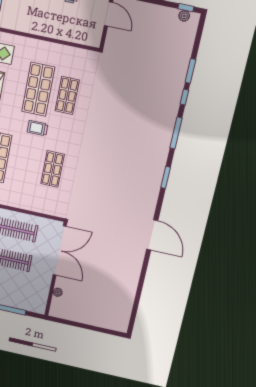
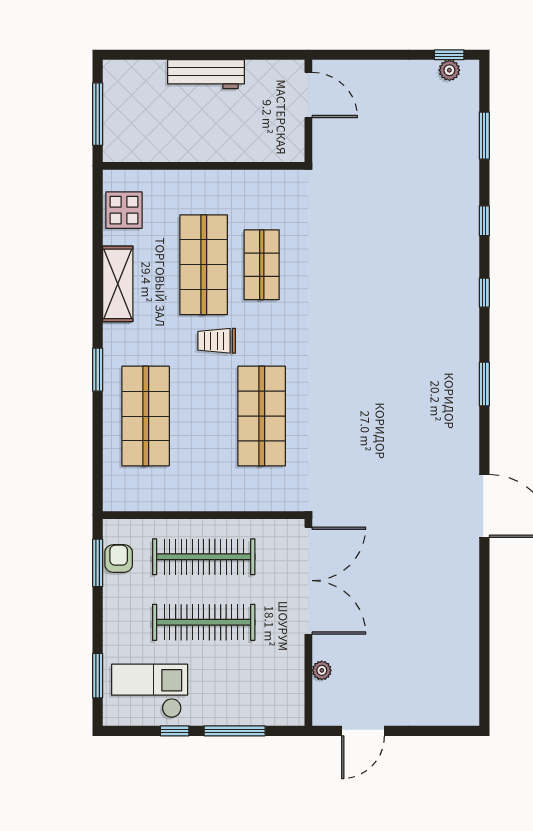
window: (190, 71) -> (484, 136), moved
window: (176, 133) -> (484, 293), width x0.46
shop shelf: (53, 169) -> (262, 416), width x1.43, depth x1.36
door: (71, 323) -> (363, 731), added

